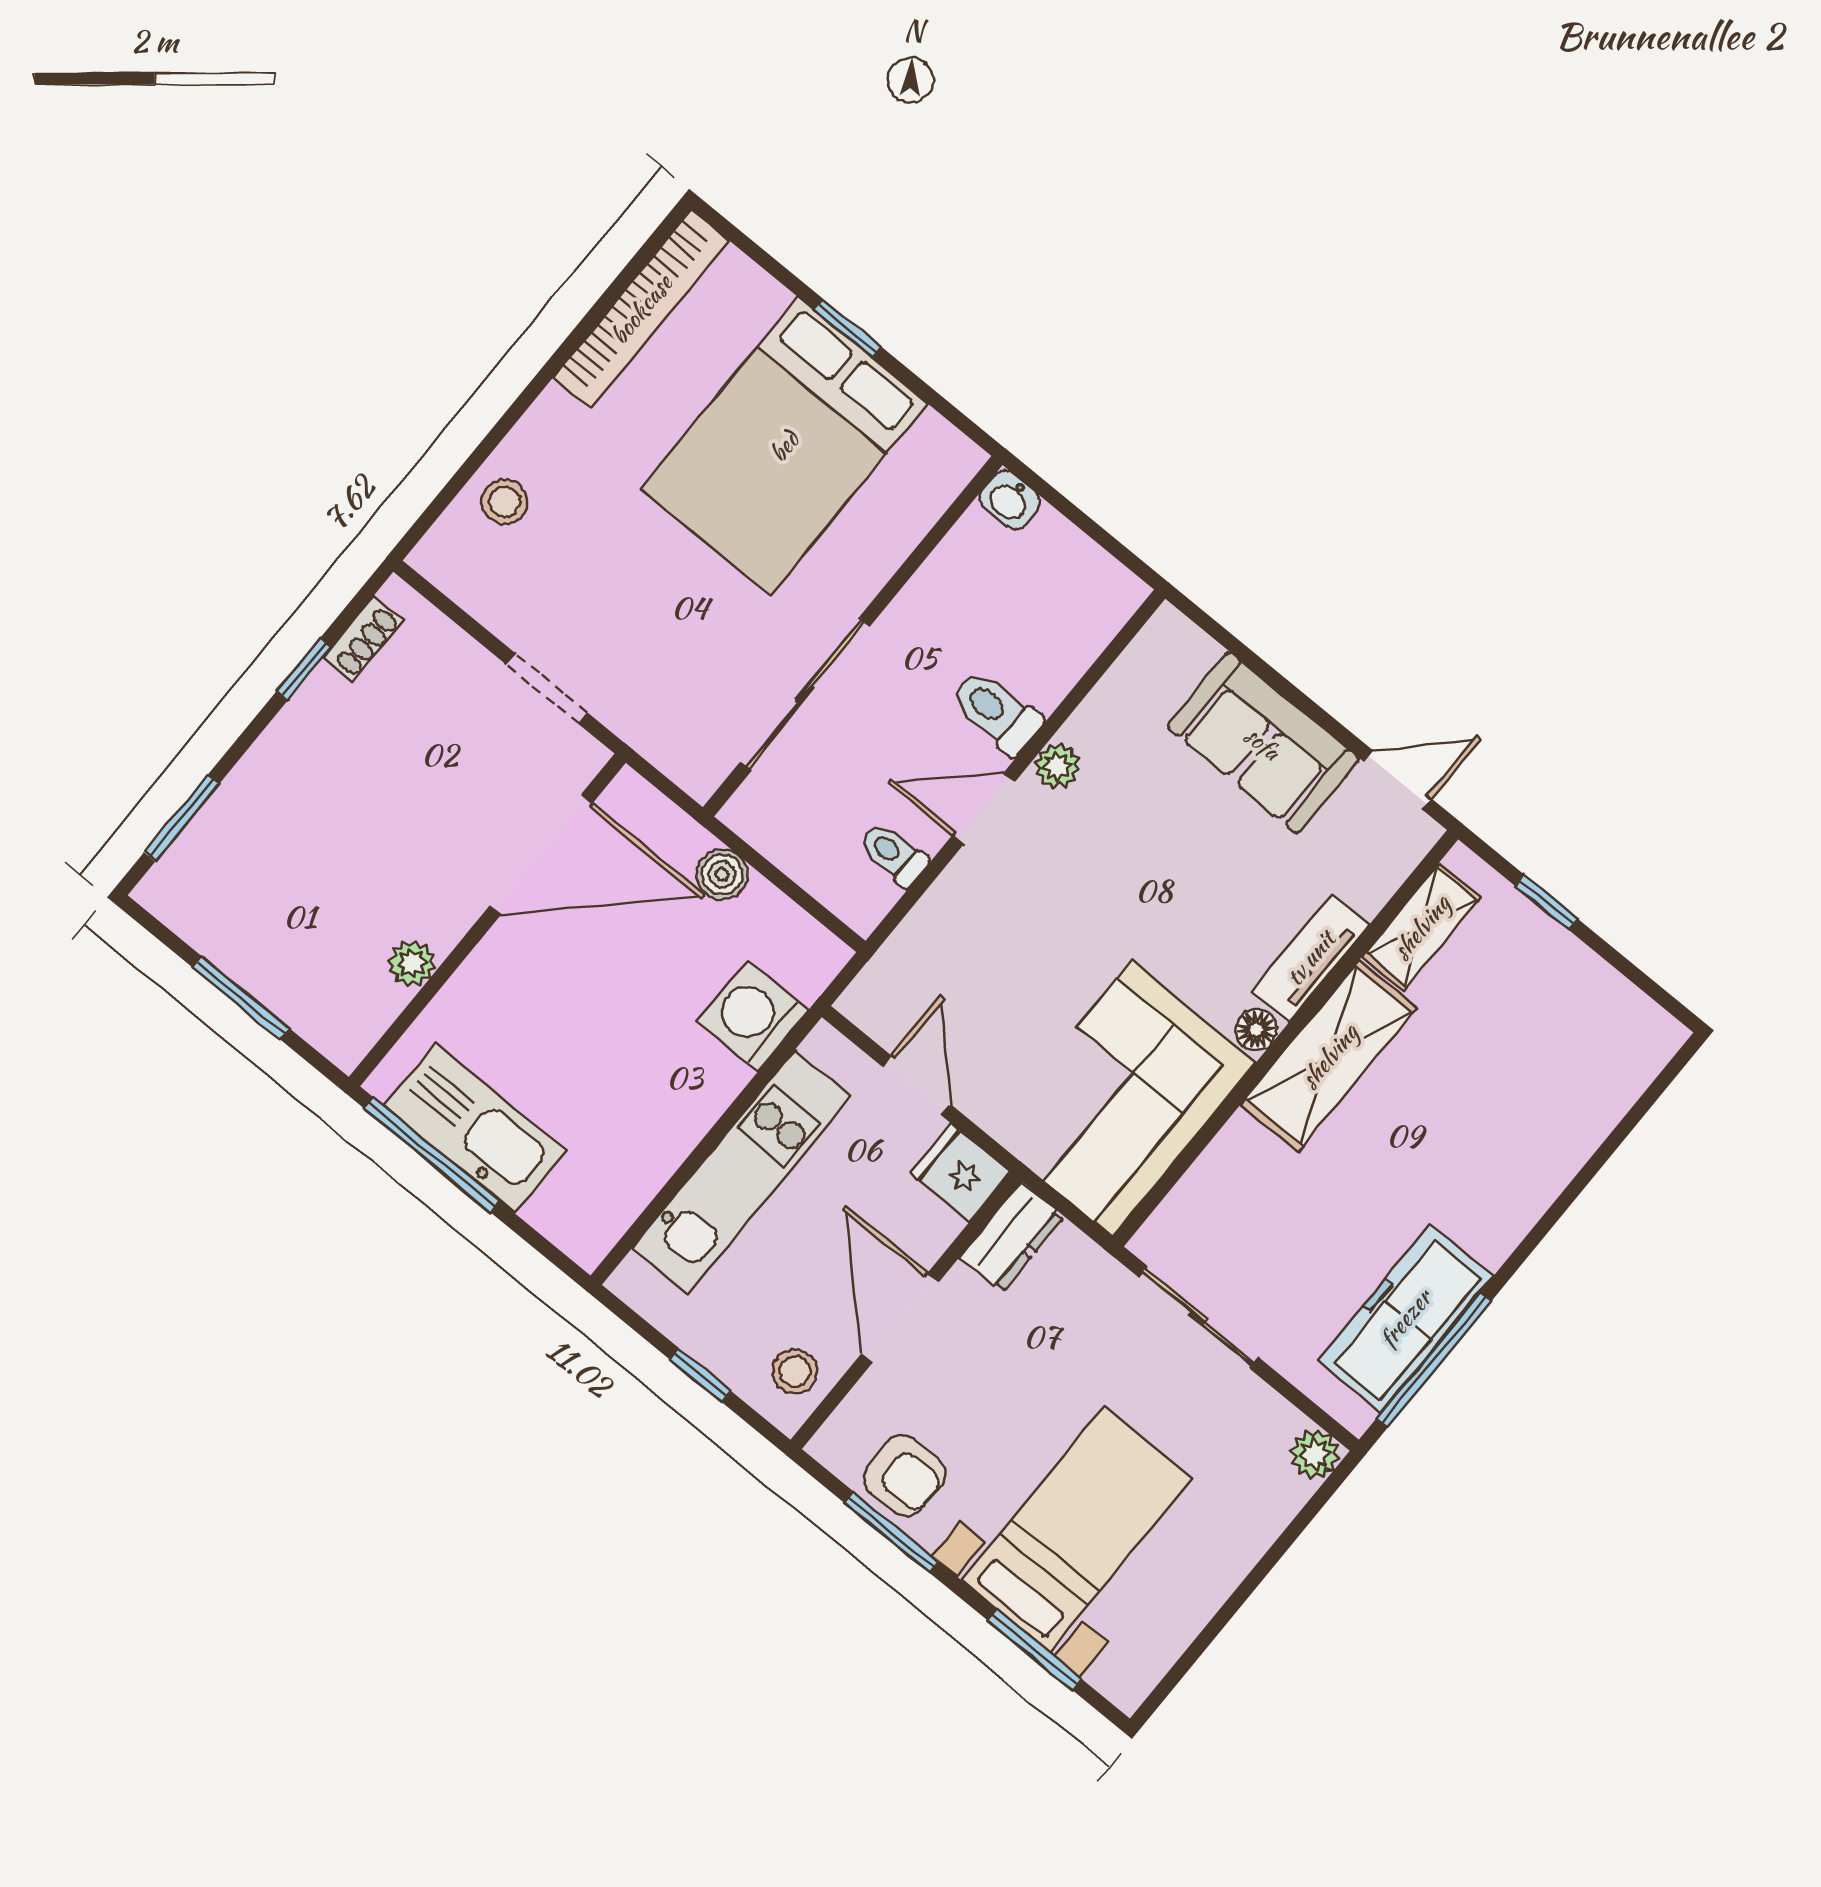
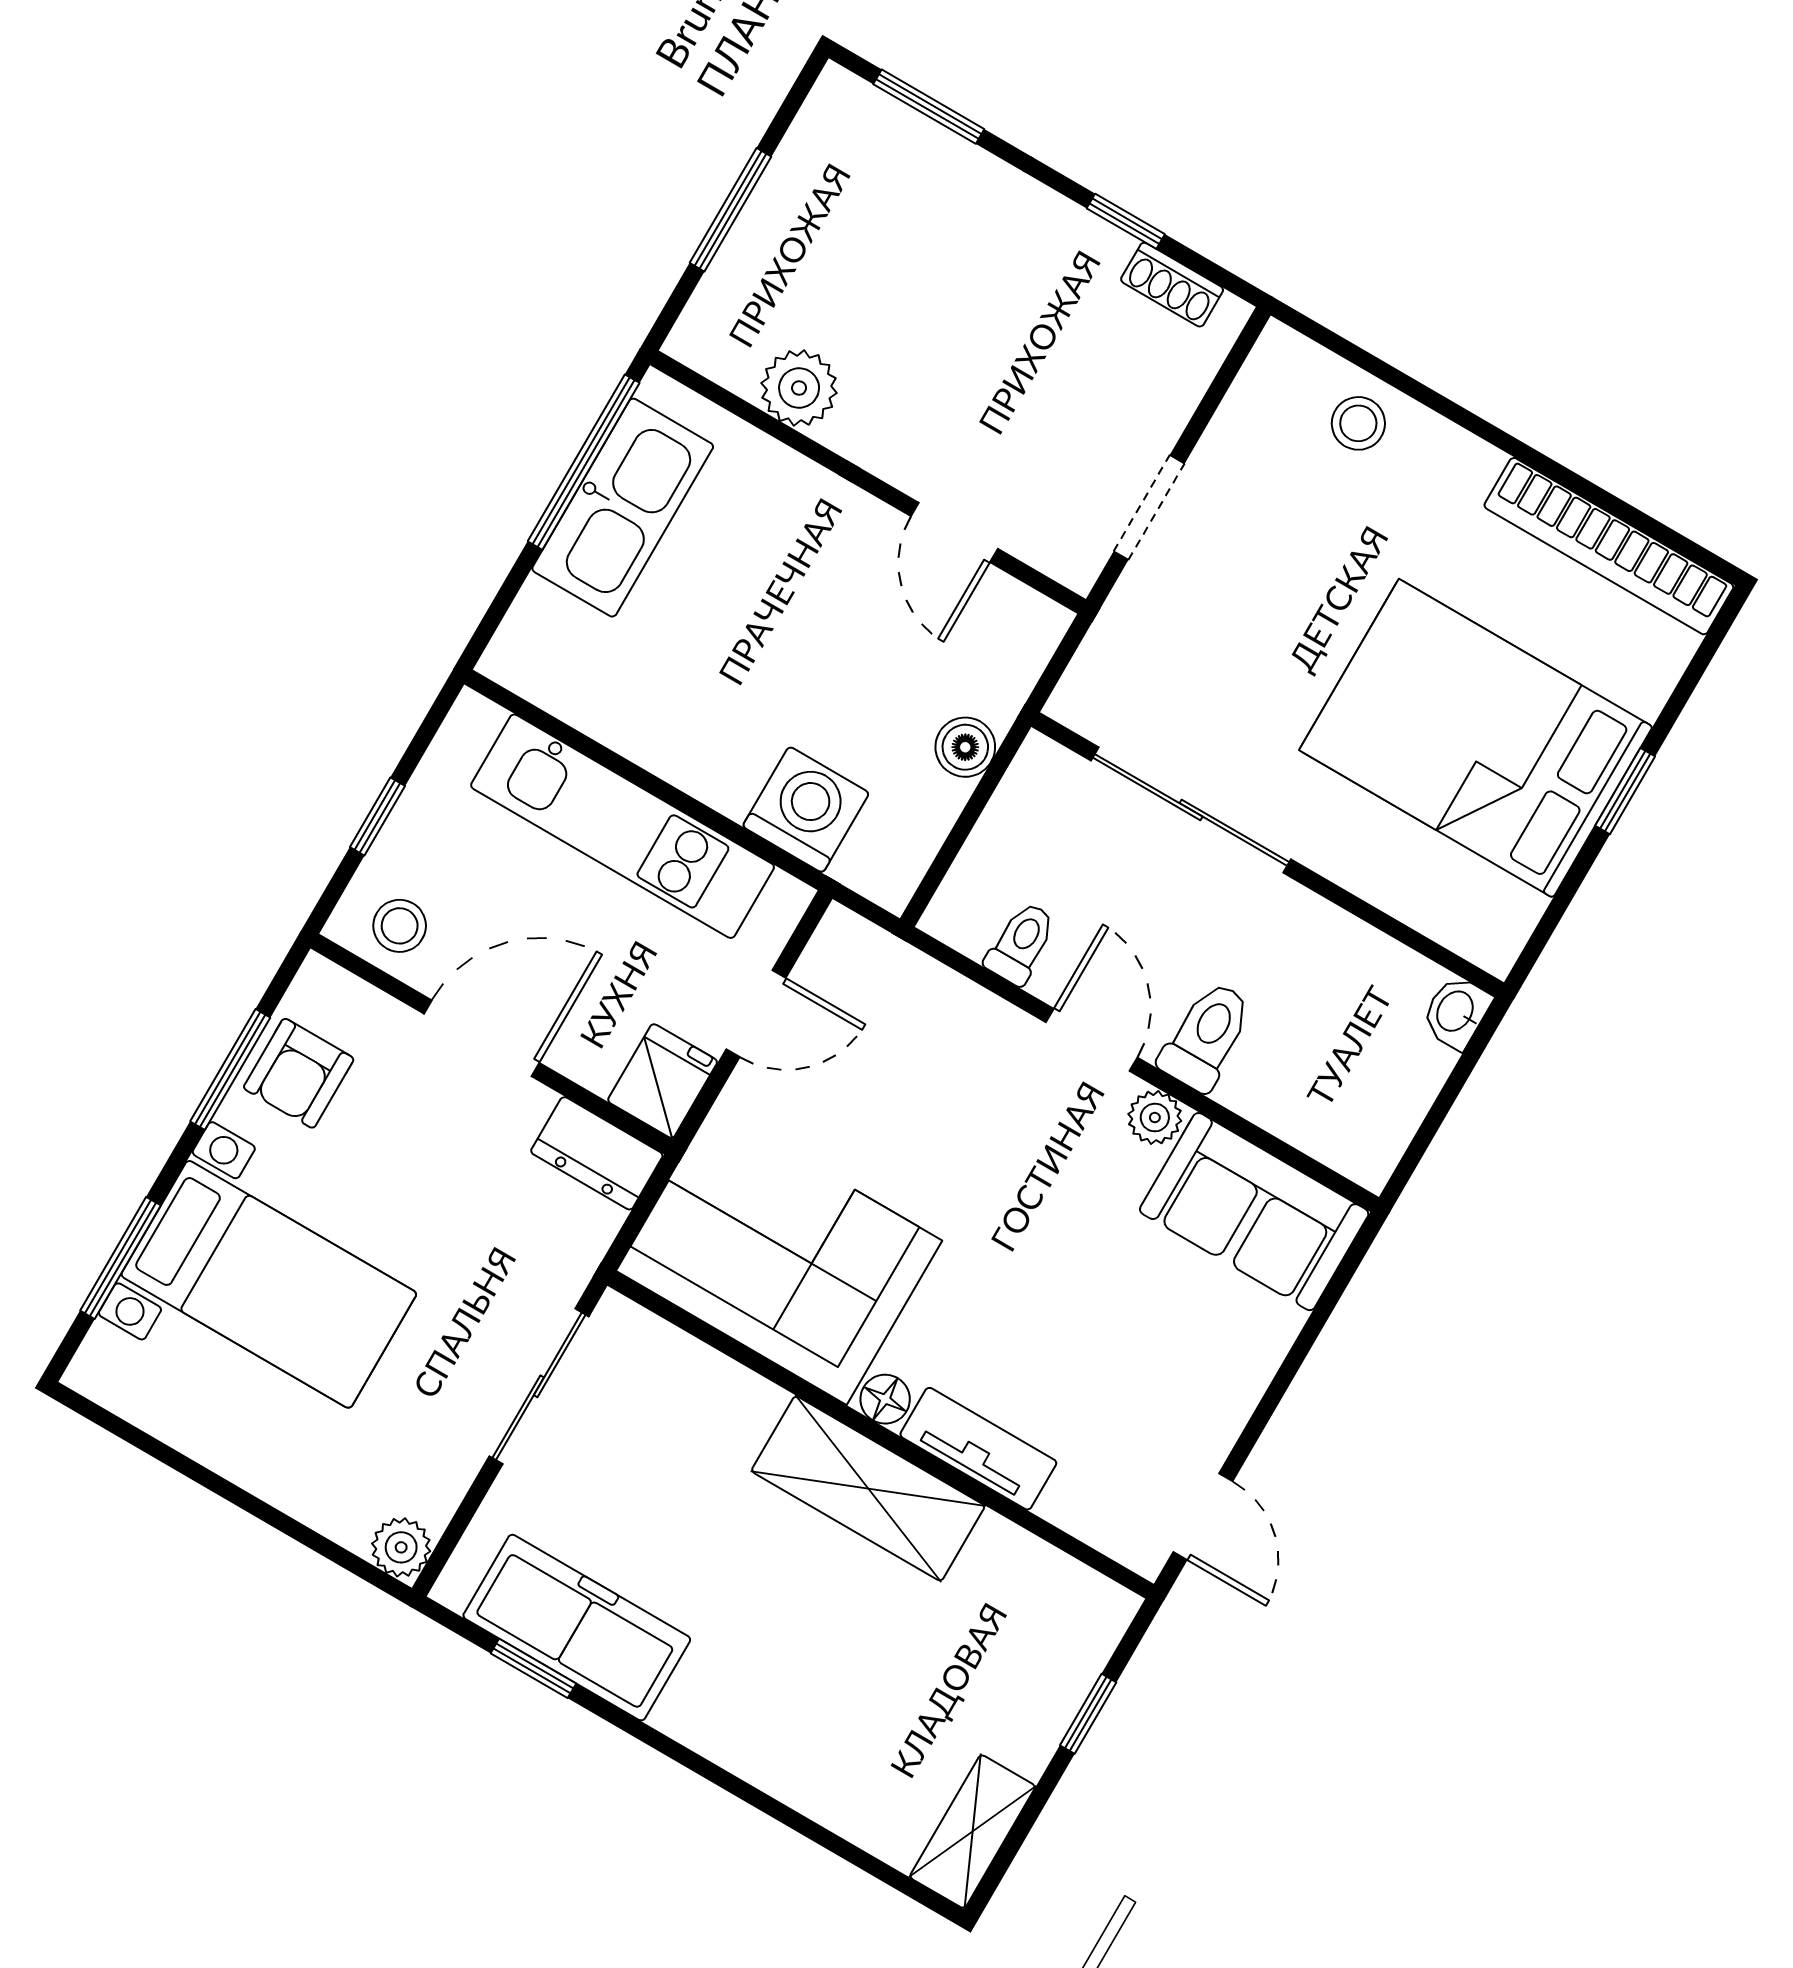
sofa: (1263, 743) -> (1254, 1212), moved, turned -90
door: (541, 854) -> (954, 533), width x0.53
shelving: (1421, 927) -> (973, 1832), moved, turned 90
plant: (412, 963) -> (799, 388), width x1.38, depth x1.38
window: (1434, 1360) -> (533, 1668), width x0.46

